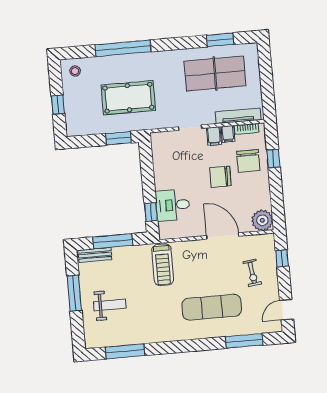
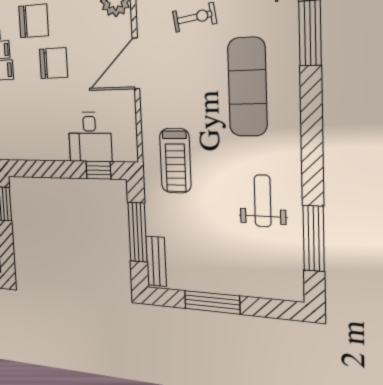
chair: (220, 177) -> (53, 63), turned -90
treadmill: (163, 265) -> (175, 161), turned 90
weight bench: (110, 305) -> (263, 201), moved

